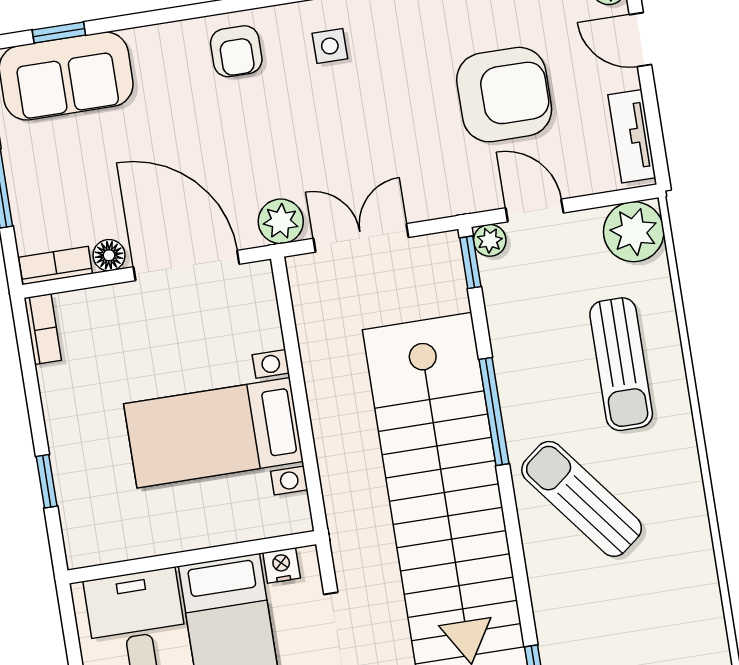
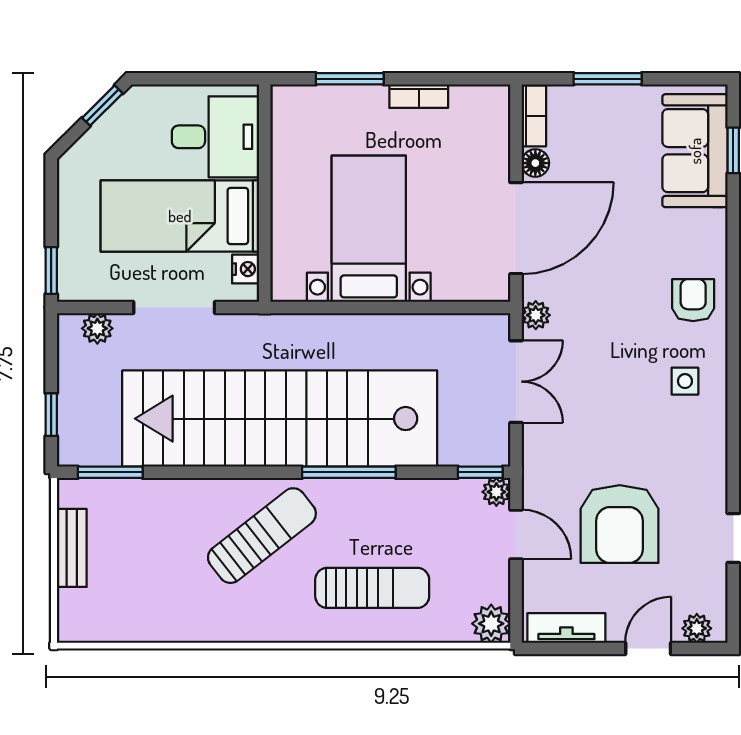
armchair: (236, 51) -> (693, 300), turned 90
door: (535, 210) -> (516, 534), hinge flipped
plant: (281, 221) -> (536, 315), width x0.73, depth x0.73
plant: (634, 232) -> (491, 624), width x0.73, depth x0.73
bookcase: (43, 329) -> (419, 96), moved
sun lounger: (621, 364) -> (372, 588), turned 180
window: (47, 481) -> (350, 79), width x1.50

